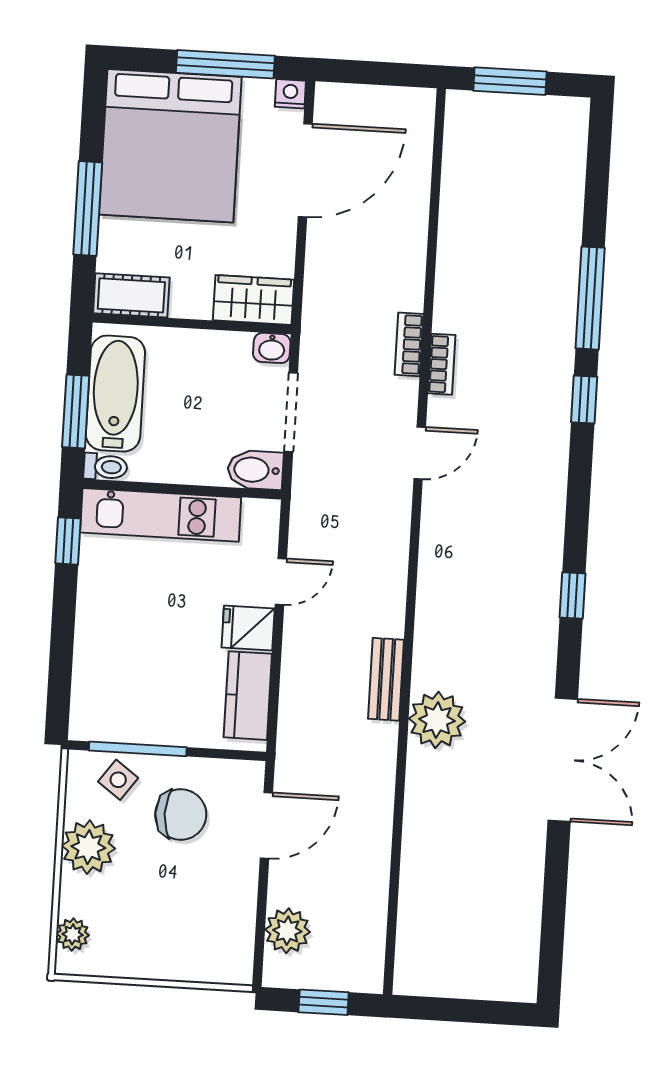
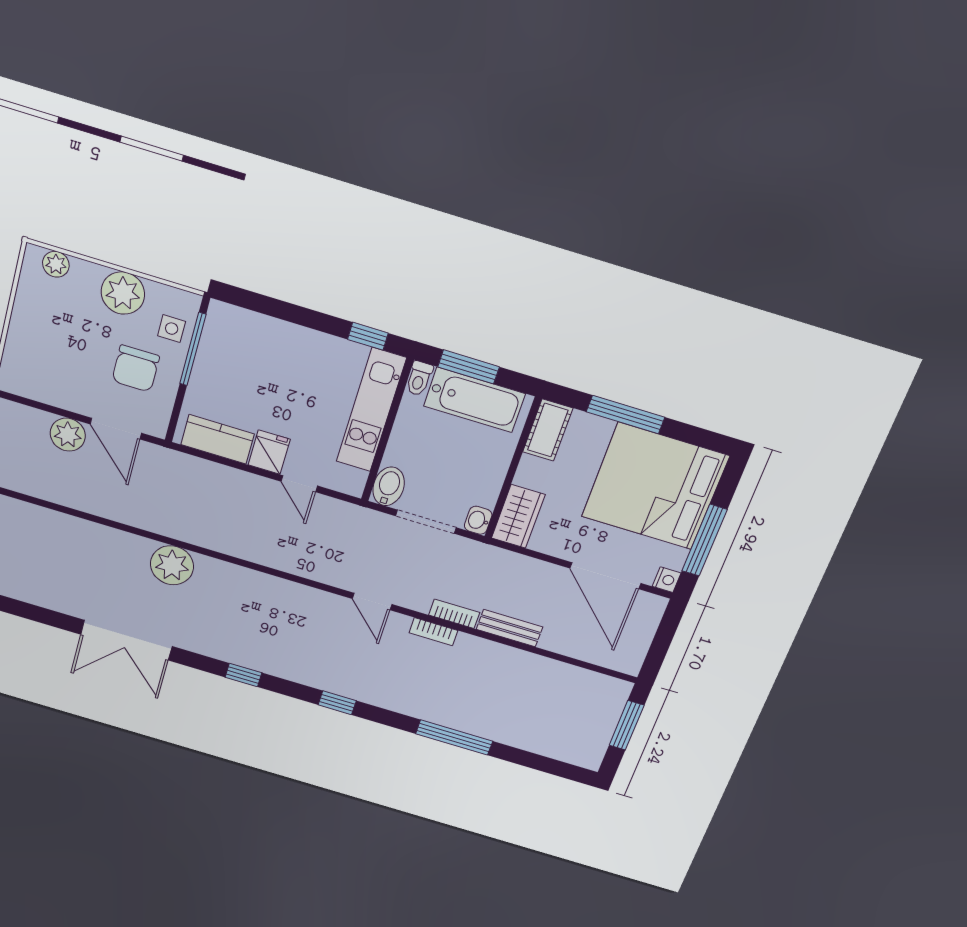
window: (584, 400) -> (337, 703), moved
bench: (386, 679) -> (509, 628), moved
side table: (118, 780) -> (172, 329), turned -36
plant: (287, 931) -> (68, 435), moved

